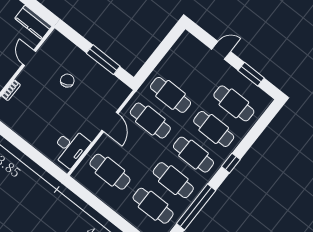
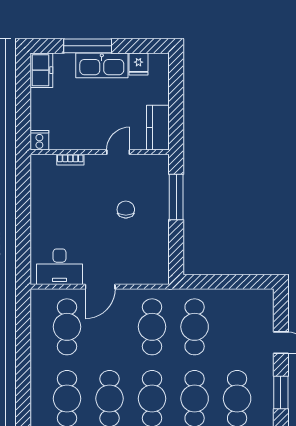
window: (103, 60) -> (176, 197), moved
chair: (67, 81) -> (126, 210), turned -64
door: (110, 122) -> (100, 287), moved

